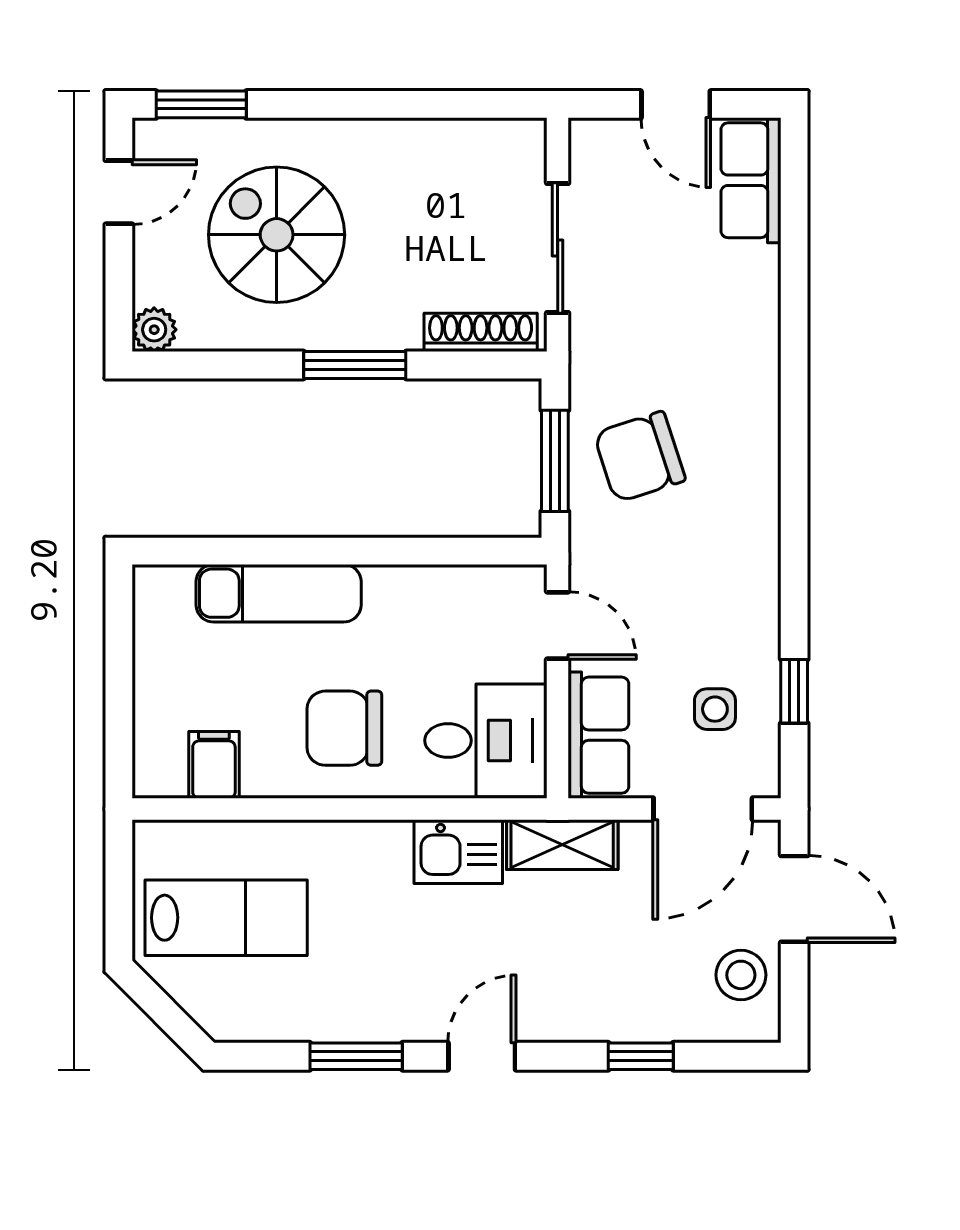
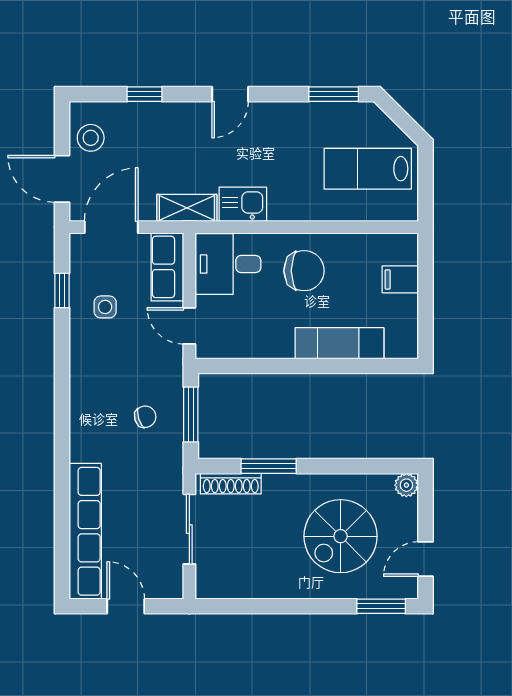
row of seats: (751, 180) -> (85, 531), width x2.02
spiral stairs: (277, 235) -> (341, 536), turned 90
window: (355, 365) -> (269, 466), moved
chair: (640, 457) -> (145, 417), width x0.54, depth x0.54
side table: (715, 709) -> (105, 307), moved
filing cabinet: (214, 765) -> (400, 279), moved, turned 90
window: (356, 1056) -> (334, 94), moved

